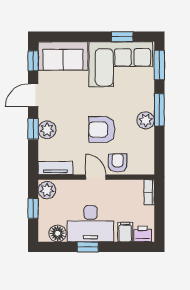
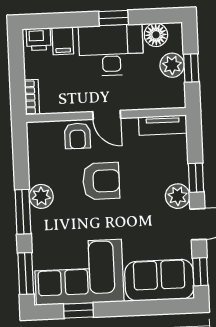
plant: (47, 130) -> (178, 196), moved
plant: (47, 190) -> (172, 65), moved

